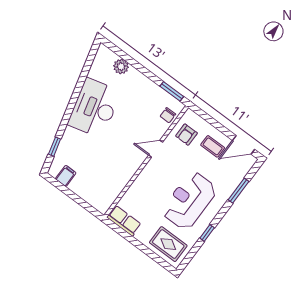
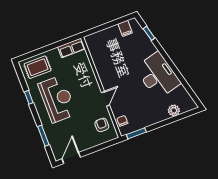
coffee table: (213, 146) -> (83, 137), removed

